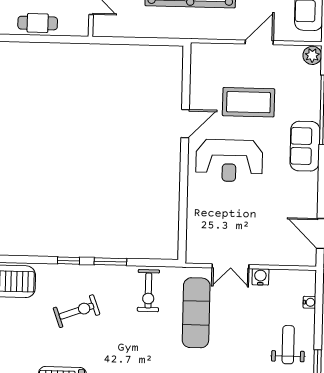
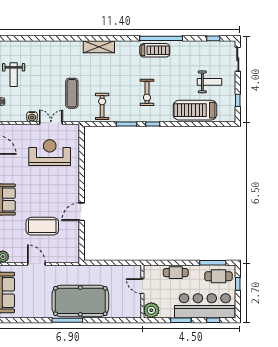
door: (259, 42) -> (36, 264), swing flipped
reception desk: (229, 161) -> (50, 153), moved
exercise bike: (77, 311) -> (147, 92), turned -70
exercise mat: (196, 313) -> (72, 93), width x0.73, depth x0.69

